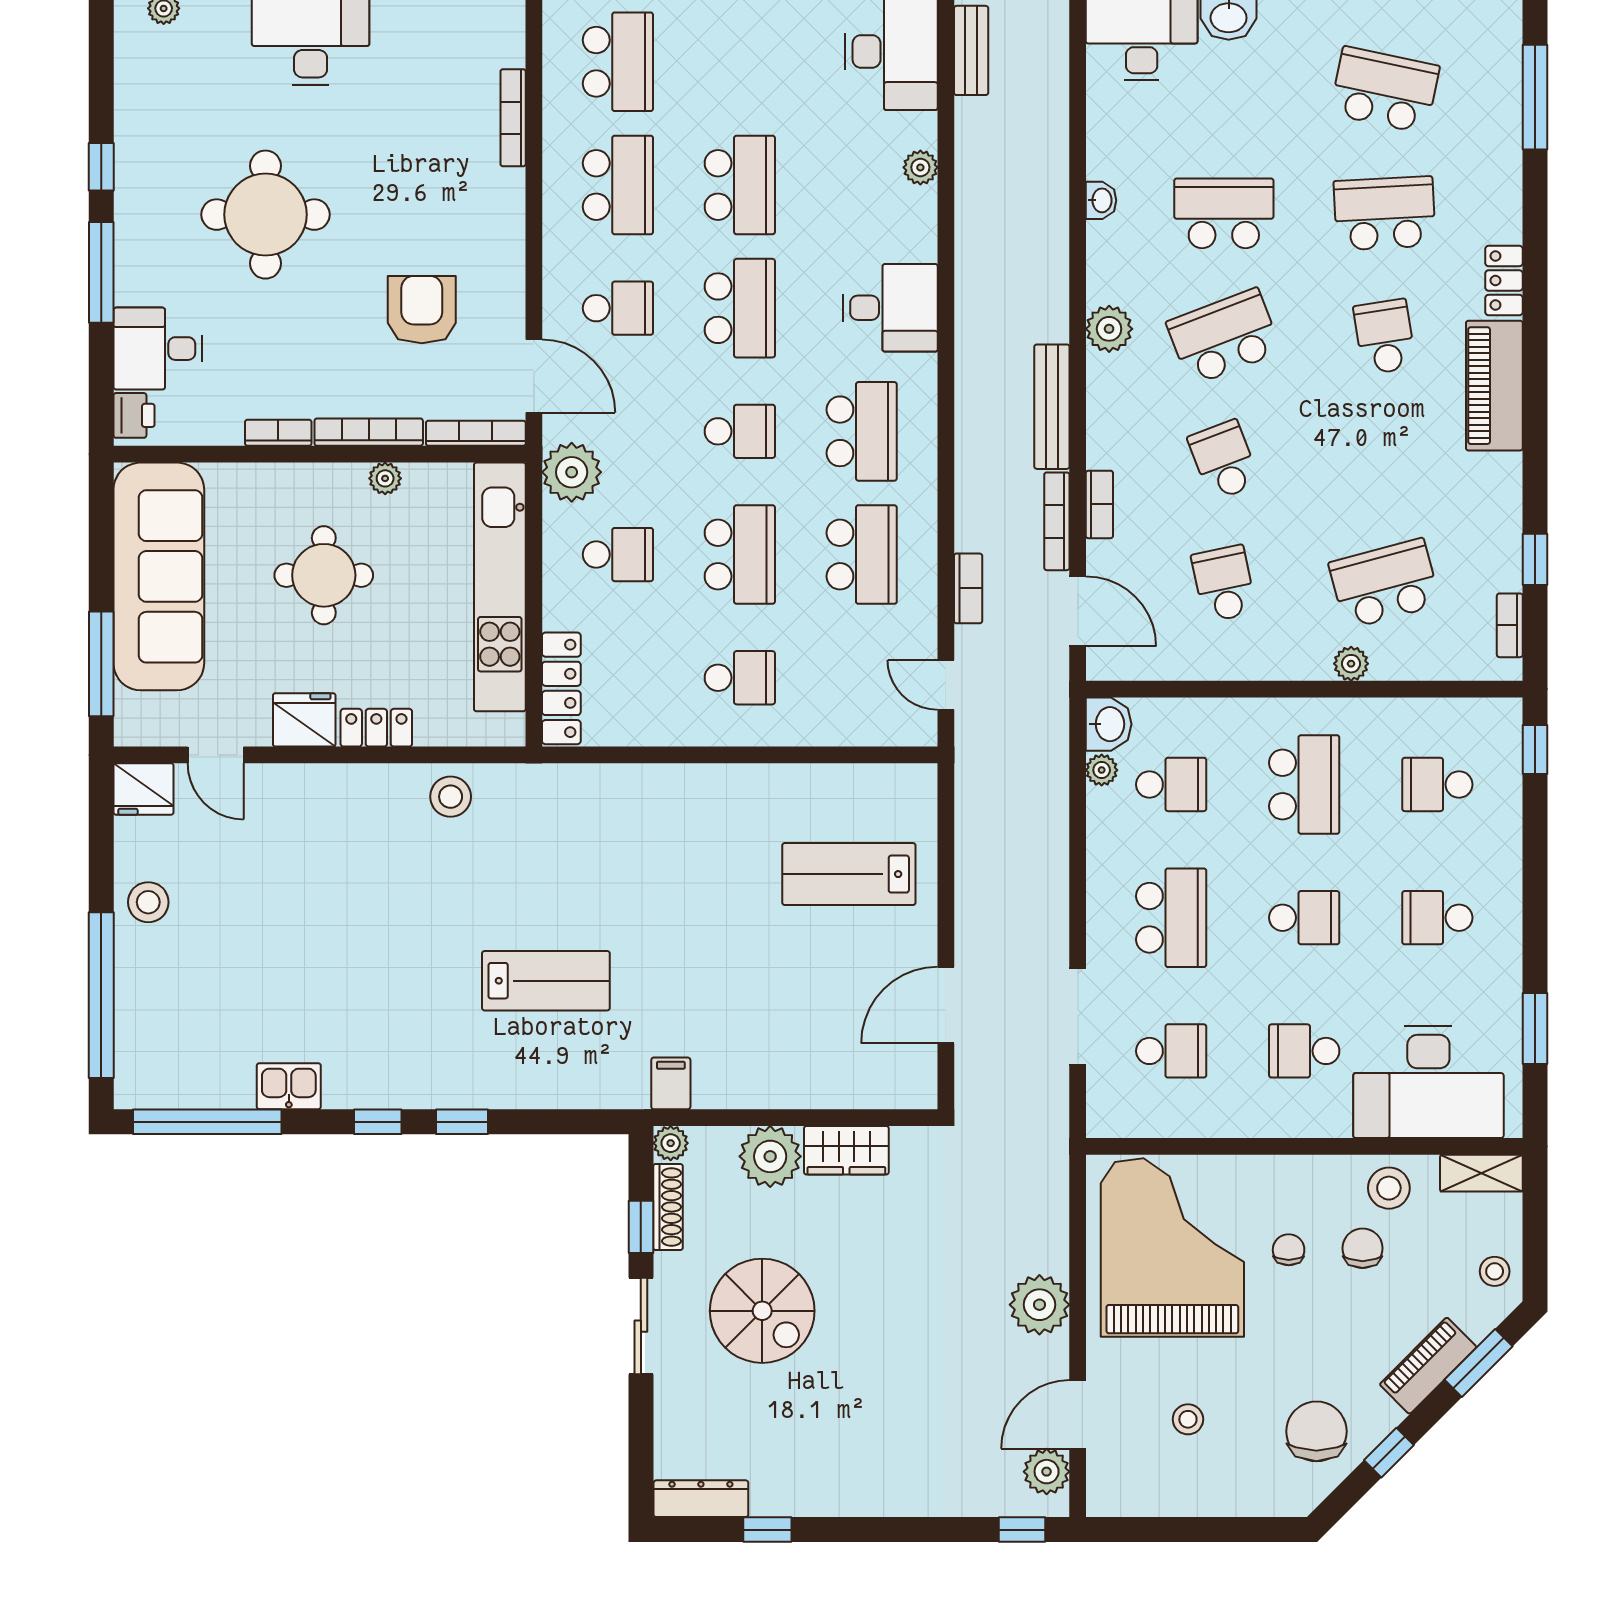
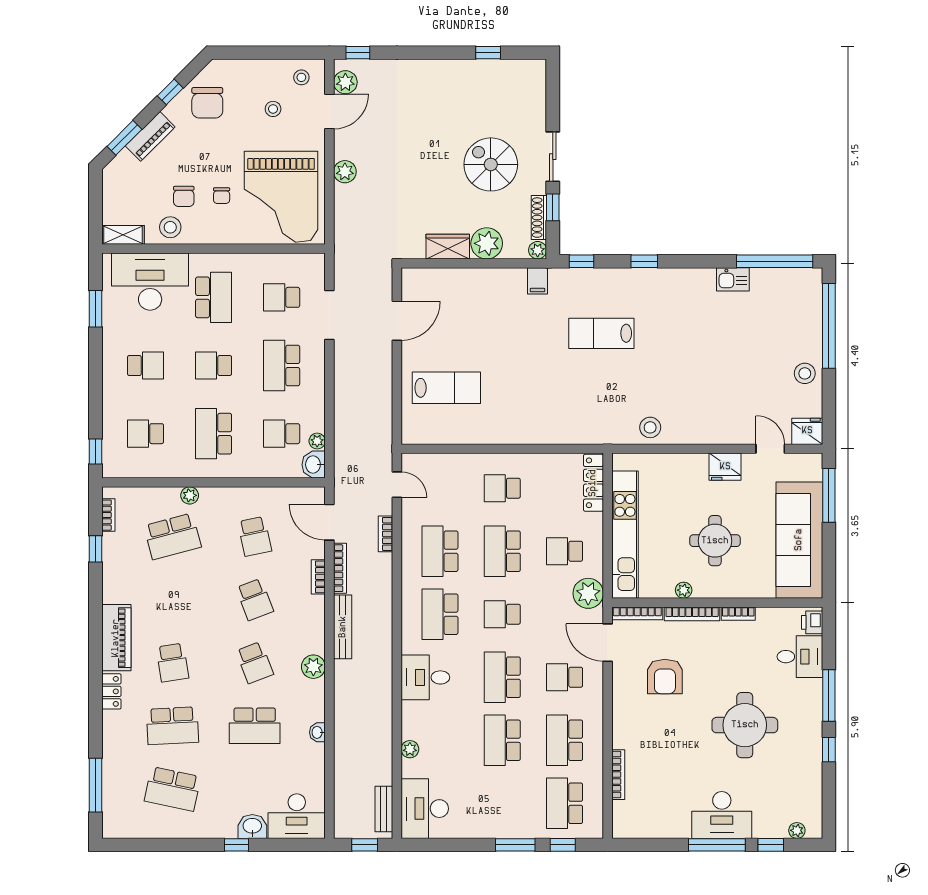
school desk: (1224, 337) -> (255, 663), width x0.54
locker: (376, 728) -> (688, 463), removed
school desk: (1437, 784) -> (145, 434), turned 180
school desk: (1304, 1051) -> (214, 297), width x1.85
window: (378, 1122) -> (582, 261), moved
stool: (1495, 1271) -> (301, 77), moved
plant: (1039, 1305) -> (345, 172), width x0.73, depth x0.73
dresser: (701, 1499) -> (522, 68), removed

